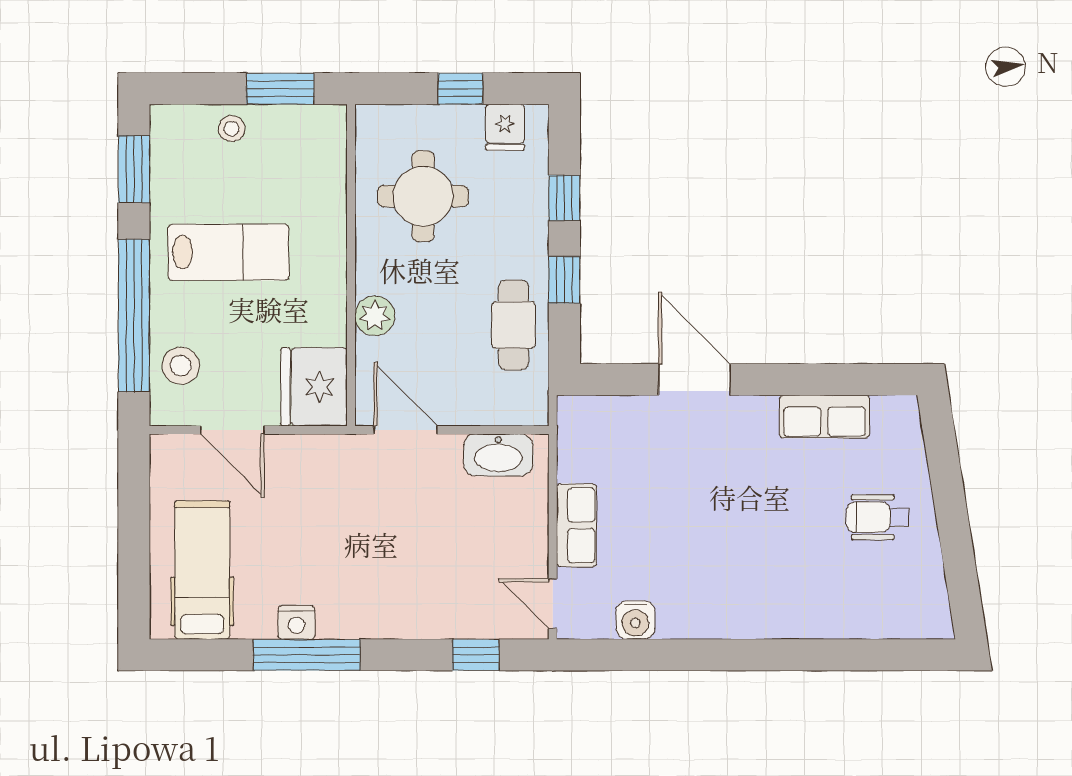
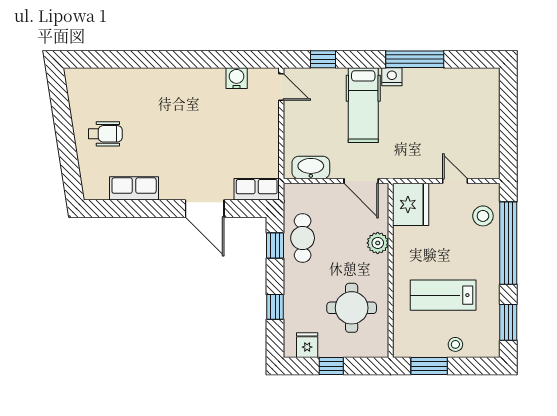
lab bench: (229, 252) -> (443, 295), moved
window: (564, 280) -> (275, 246), moved
door: (232, 430) -> (455, 181), width x0.73
row of seats: (577, 525) -> (257, 189), moved, turned 90
hospital bed: (202, 570) -> (363, 105), moved
nightstand: (296, 622) -> (392, 77), moved

